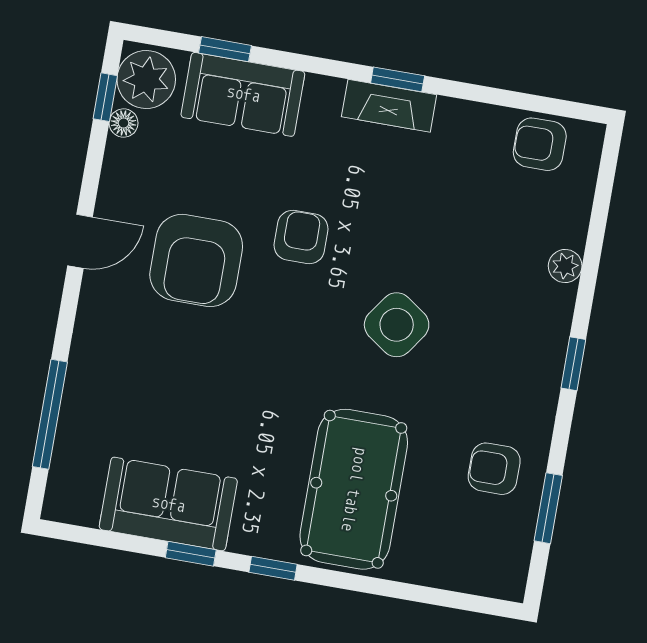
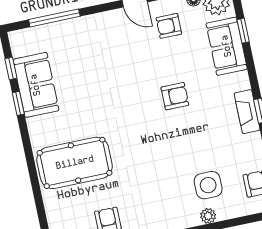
armchair: (196, 260) -> (169, 26), moved, width x0.53, depth x0.53
side table: (397, 325) -> (208, 185), moved, turned -35
window: (273, 568) -> (11, 68), moved

